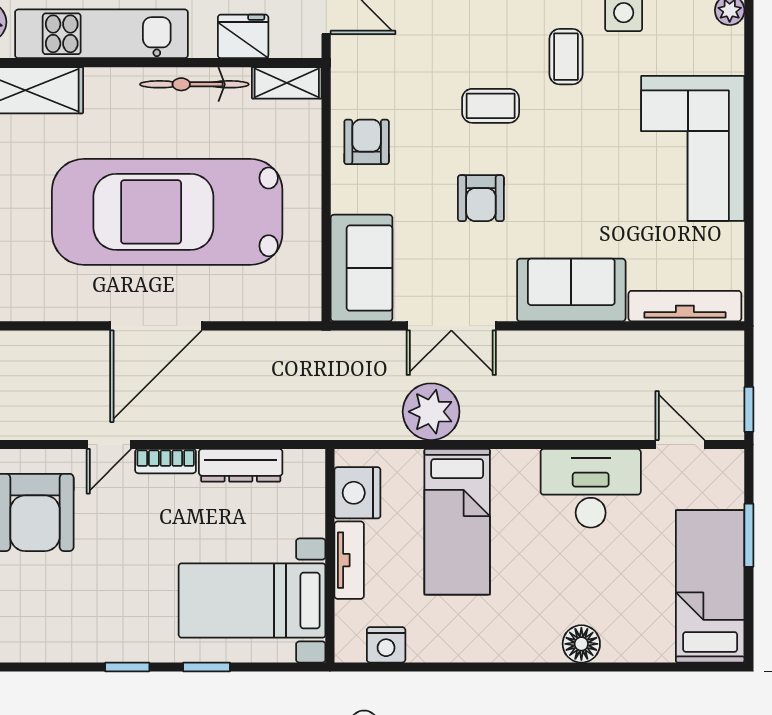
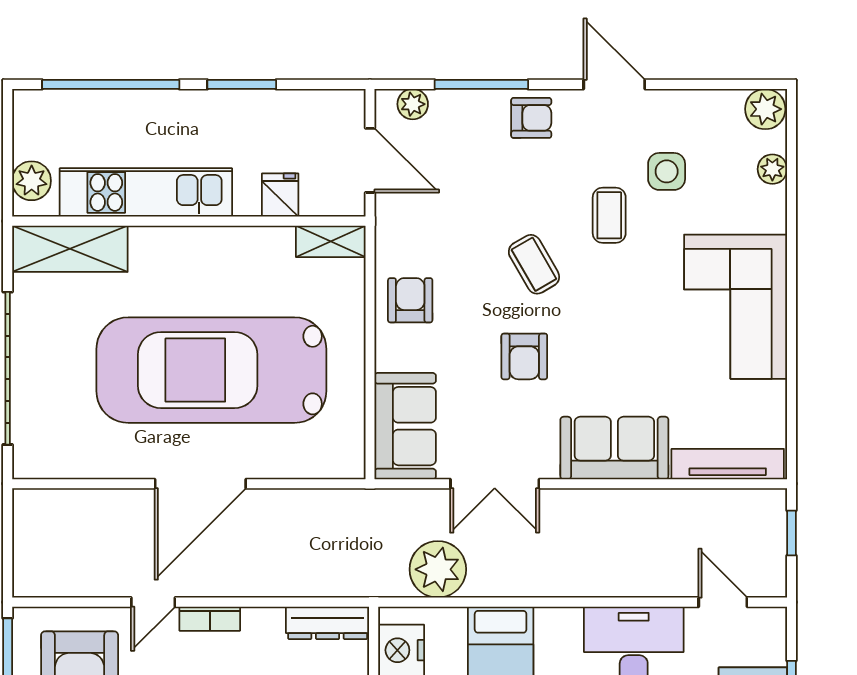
fridge: (243, 36) -> (280, 195), width x0.72
bicycle: (194, 84) -> (238, 243), removed
coffee table: (491, 106) -> (534, 264), turned 60
window: (749, 409) -> (792, 533), moved
plant: (431, 412) -> (438, 569), moved
dresser: (241, 465) -> (328, 623), moved

